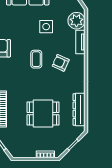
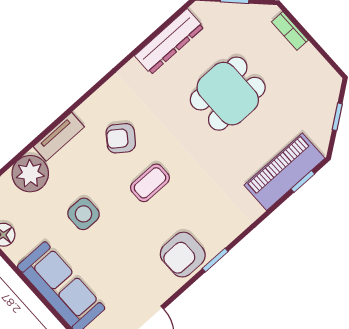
armchair: (61, 63) -> (121, 138), turned 102
dining table: (43, 114) -> (228, 94), turned 90

